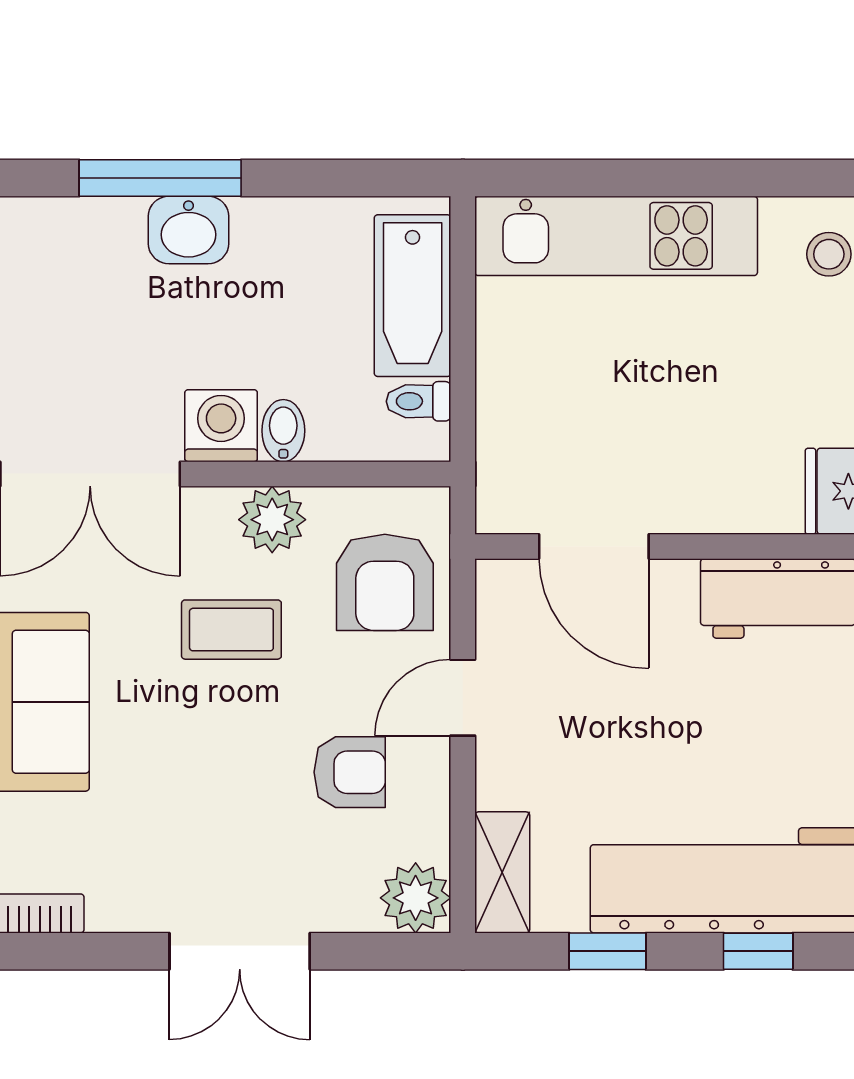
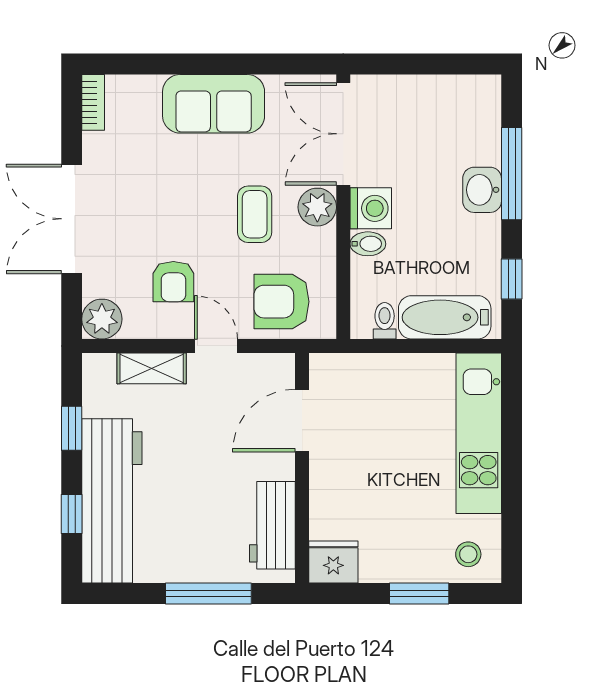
window: (345, 178) -> (512, 279), added
plant: (272, 520) -> (317, 207), moved
shelving: (502, 872) -> (152, 368), moved
double door: (240, 951) -> (72, 219), width x1.37

